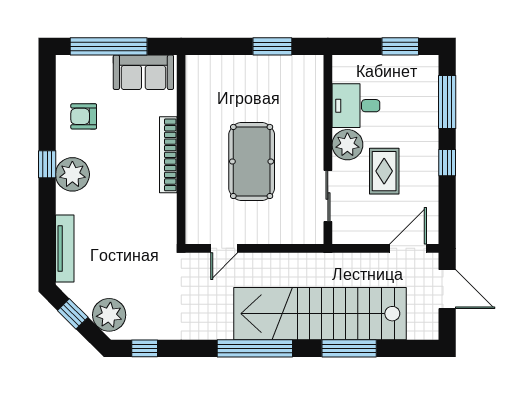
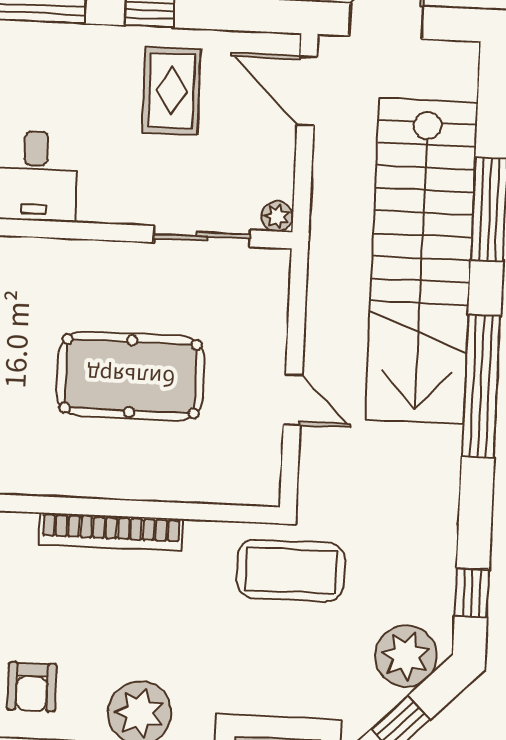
plant: (347, 145) -> (277, 216), moved, width x0.53, depth x0.53
rug: (384, 171) -> (171, 91), moved, turned 90
door: (224, 248) -> (293, 400), moved
coffee table: (152, 251) -> (291, 571), added

